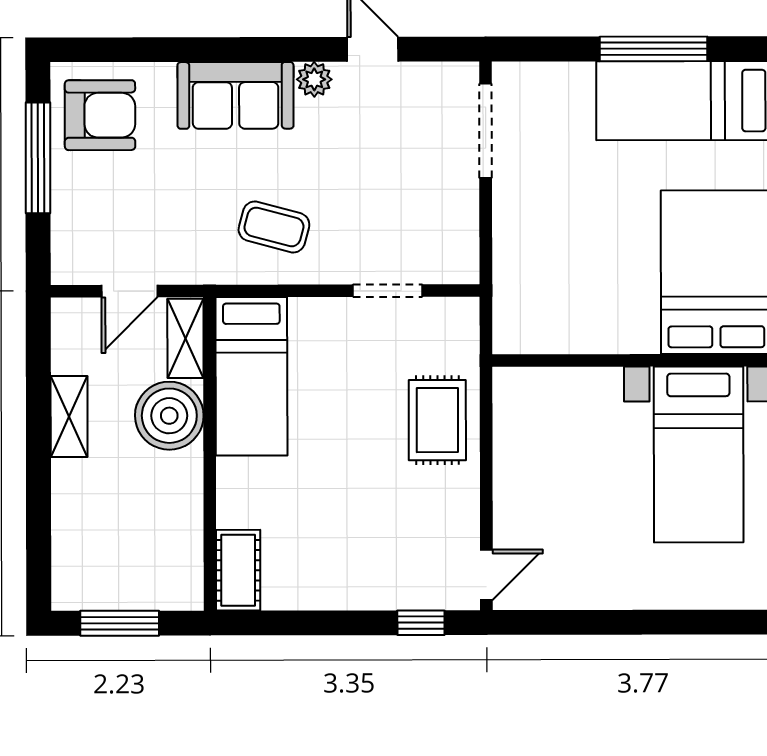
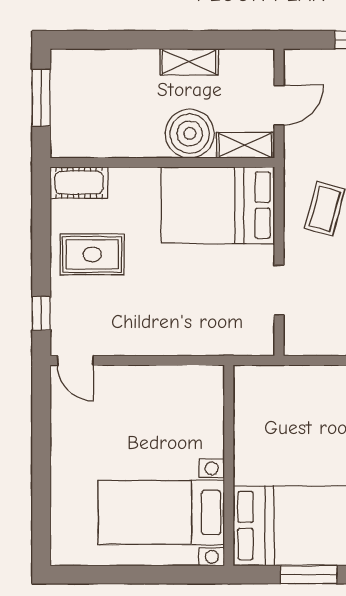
door: (129, 291) -> (279, 105), swing flipped
bed: (251, 376) -> (218, 205), width x1.50
rug: (437, 420) -> (92, 254), moved

